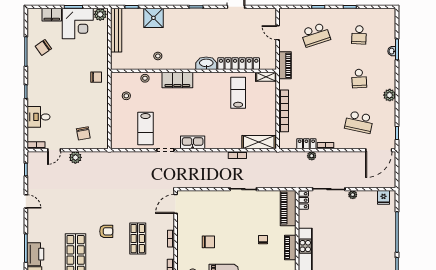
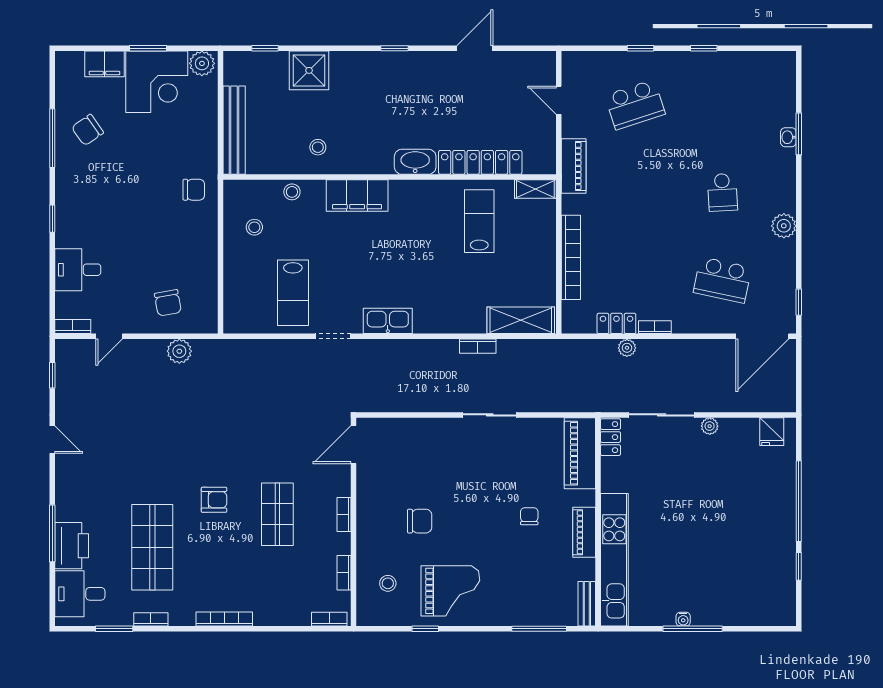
bench: (116, 30) -> (234, 130), moved
school desk: (359, 35) -> (722, 105), removed
plant: (75, 157) -> (179, 351), moved

